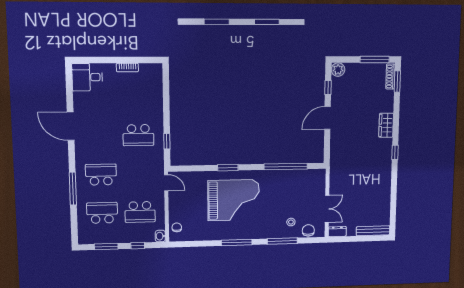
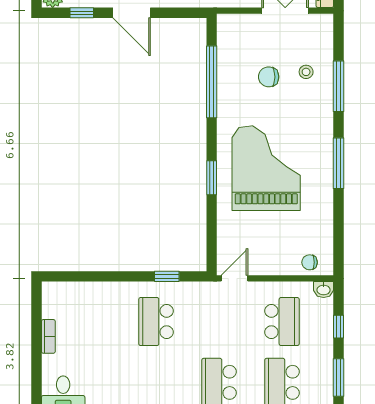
school desk: (138, 135) -> (156, 322), turned 180
chair: (308, 230) -> (269, 77), moved

